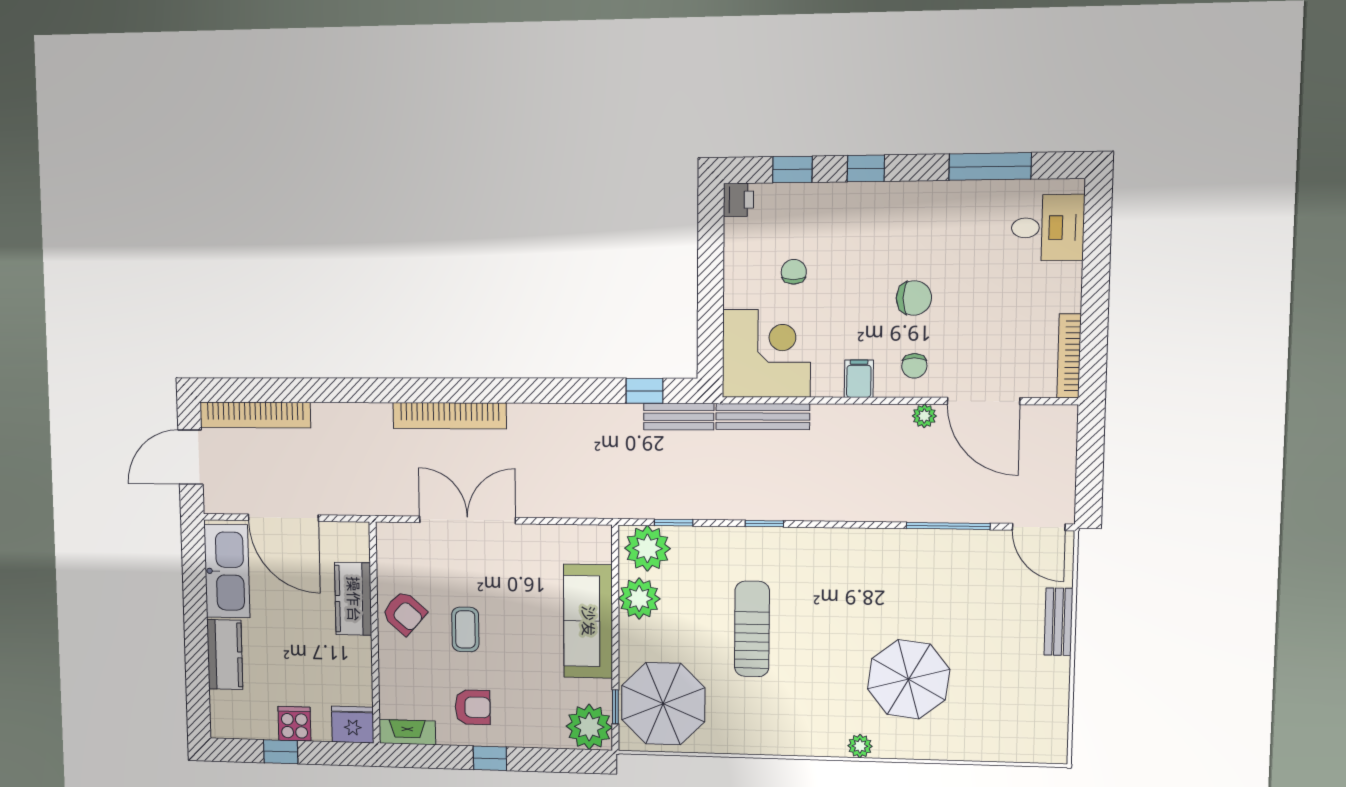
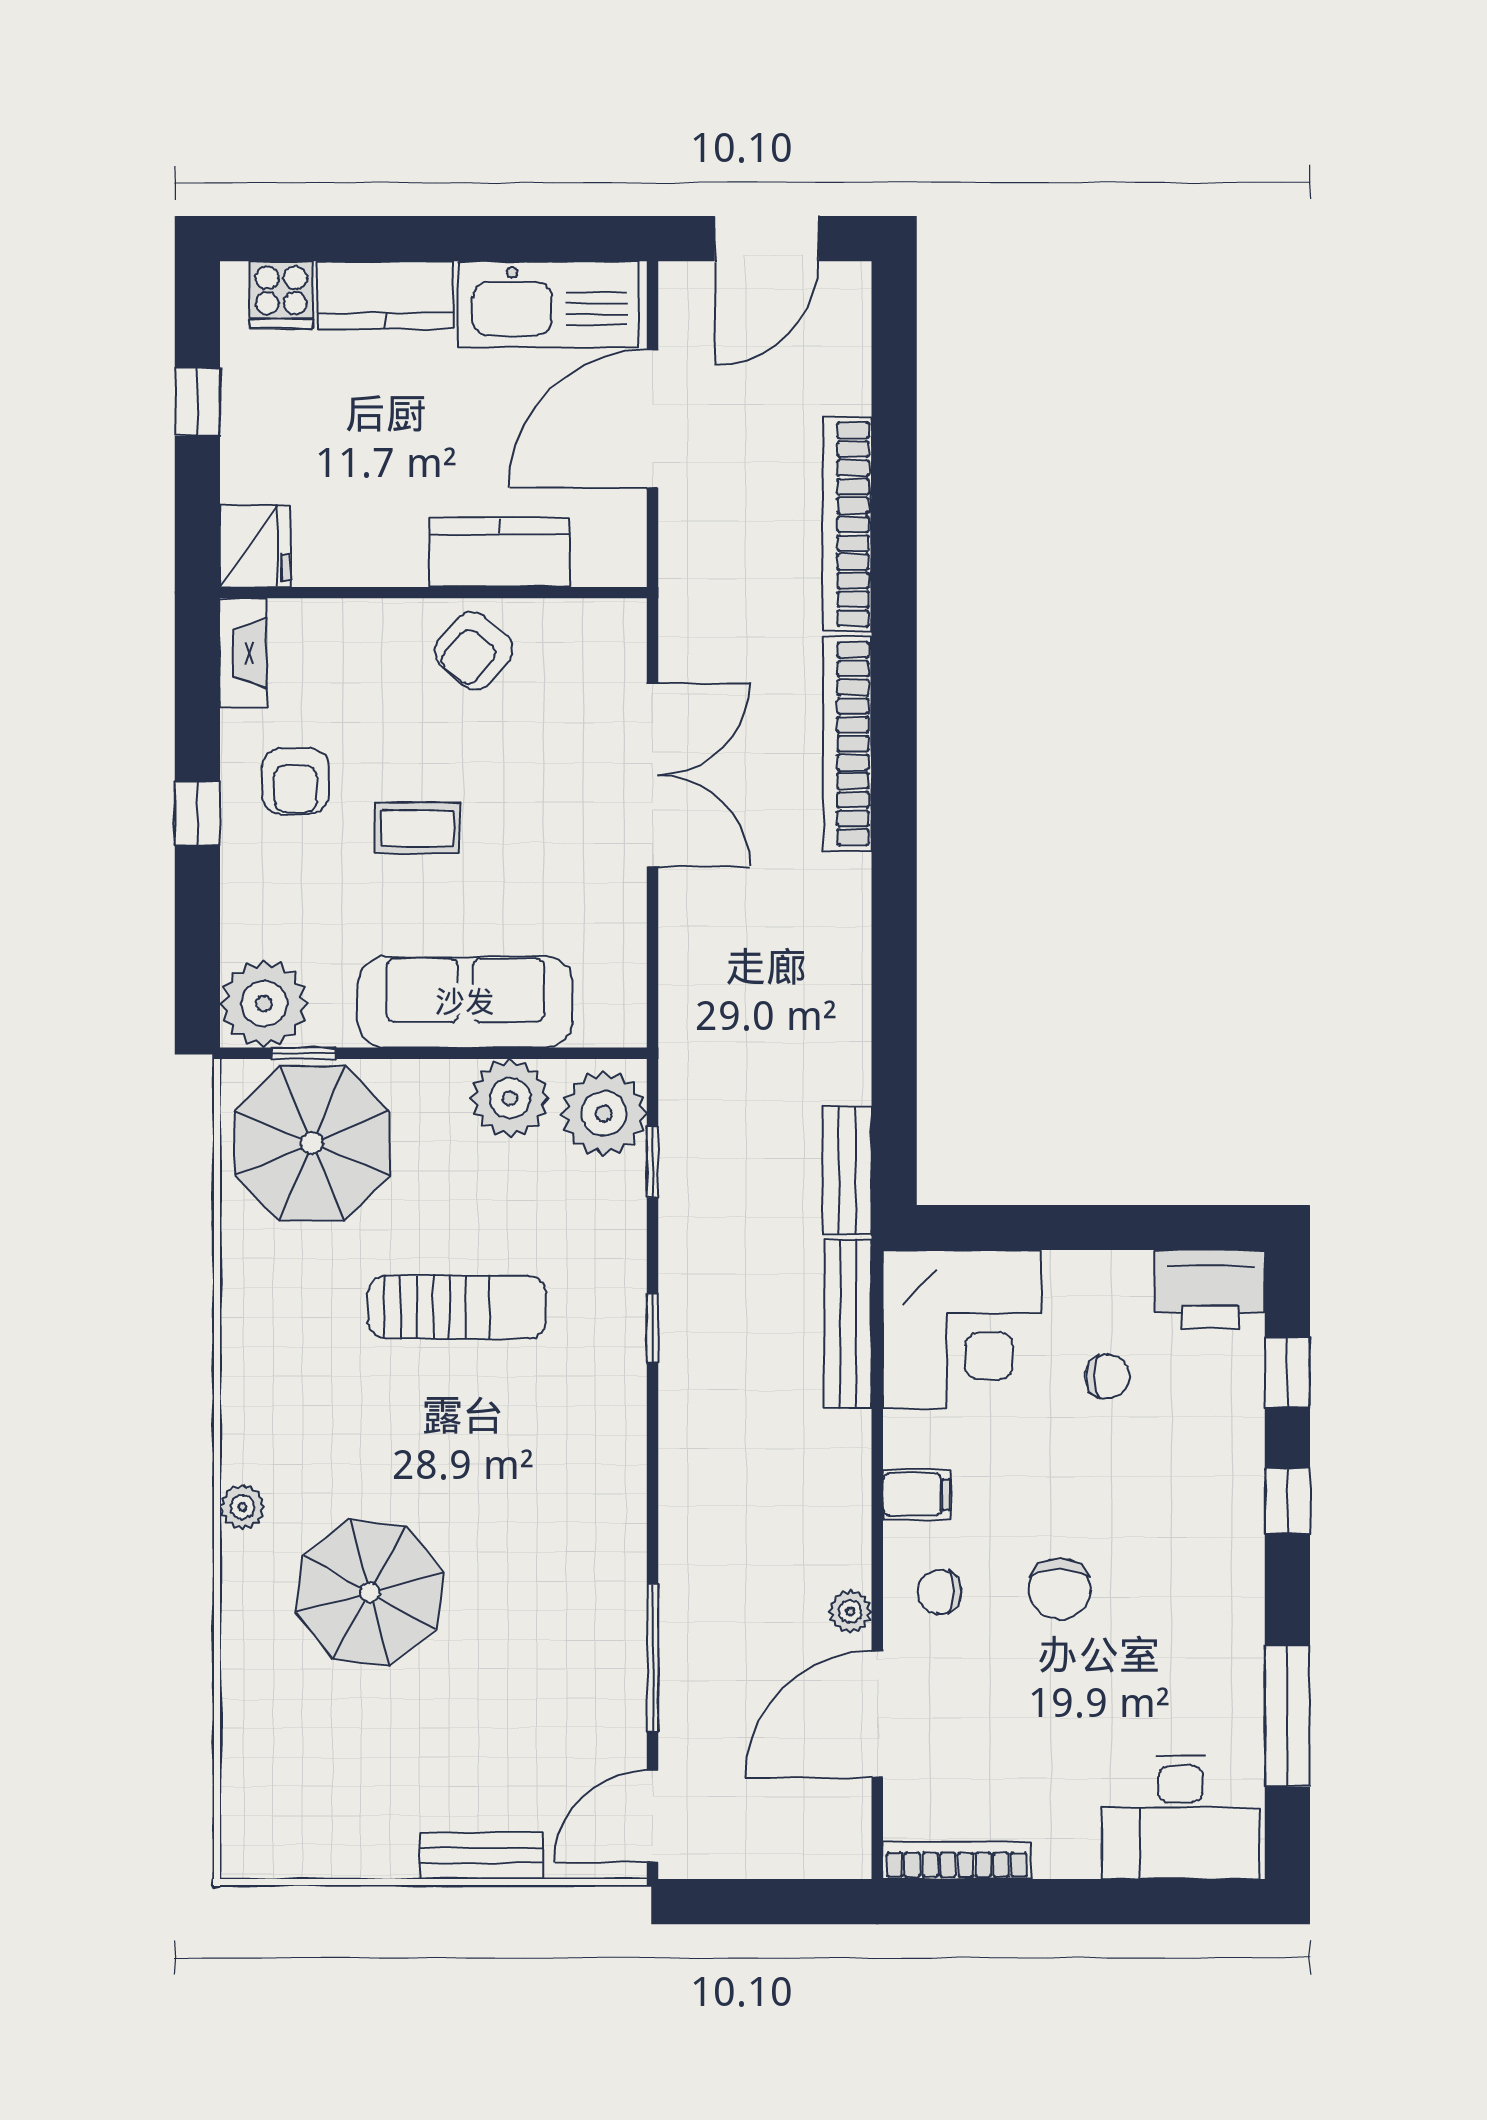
printer: (738, 200) -> (1210, 1289), width x1.87, depth x1.48
desk: (1048, 228) -> (1181, 1818), width x1.37
window: (644, 391) -> (894, 1108), removed
bookcase: (255, 415) -> (847, 524), moved
door: (190, 457) -> (767, 239), swing flipped
coffee table: (465, 629) -> (417, 828), moved
cooker: (294, 724) -> (281, 295), moved, turned 90

